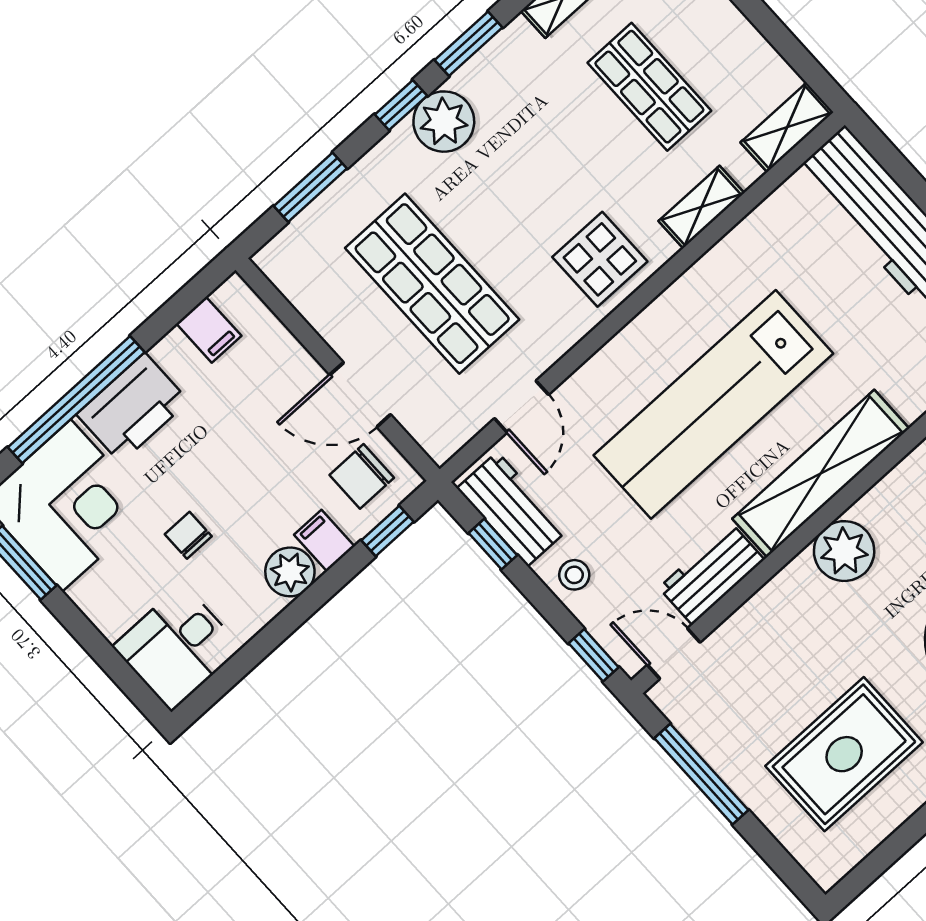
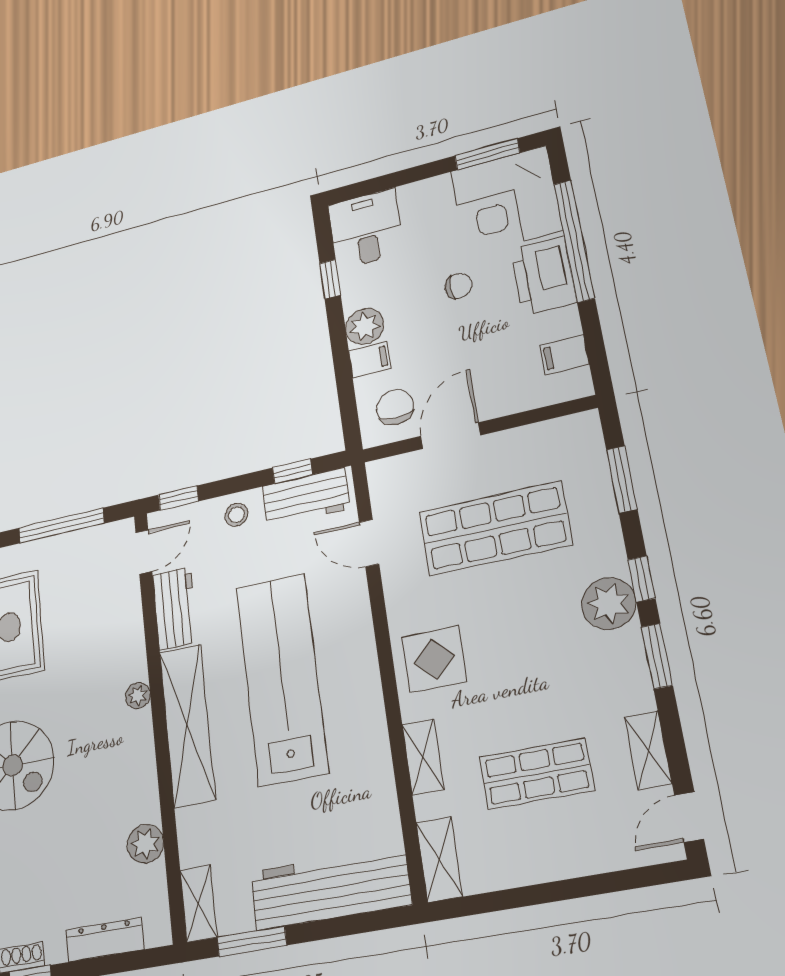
window: (387, 531) -> (330, 279), moved
chair: (188, 535) -> (458, 286), moved
plant: (844, 551) -> (138, 695), width x0.53, depth x0.53

